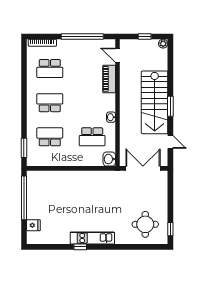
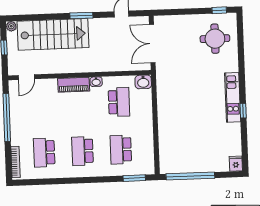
school desk: (50, 69) -> (44, 152), turned 180
piano: (109, 79) -> (74, 85), moved
stairs: (155, 102) -> (53, 34), moved
fridge: (33, 225) -> (236, 164), moved

